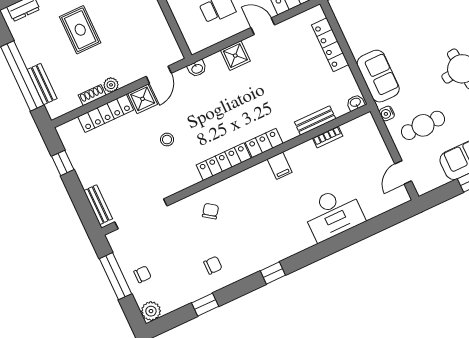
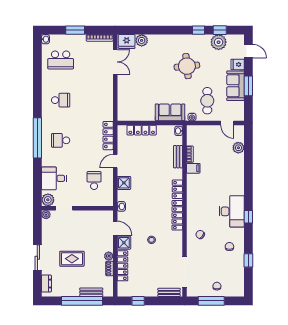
filing cabinet: (280, 166) -> (193, 168), moved
desk: (333, 213) -> (232, 211), moved
plant: (151, 311) -> (238, 148), moved

